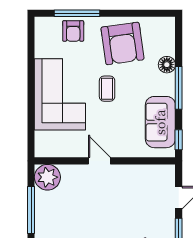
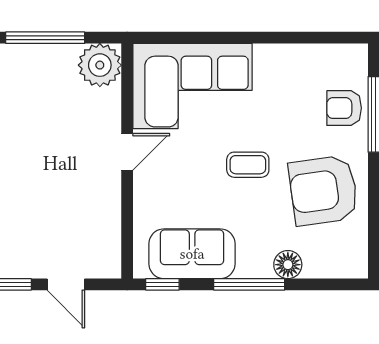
corner sofa: (60, 94) -> (193, 86), moved

